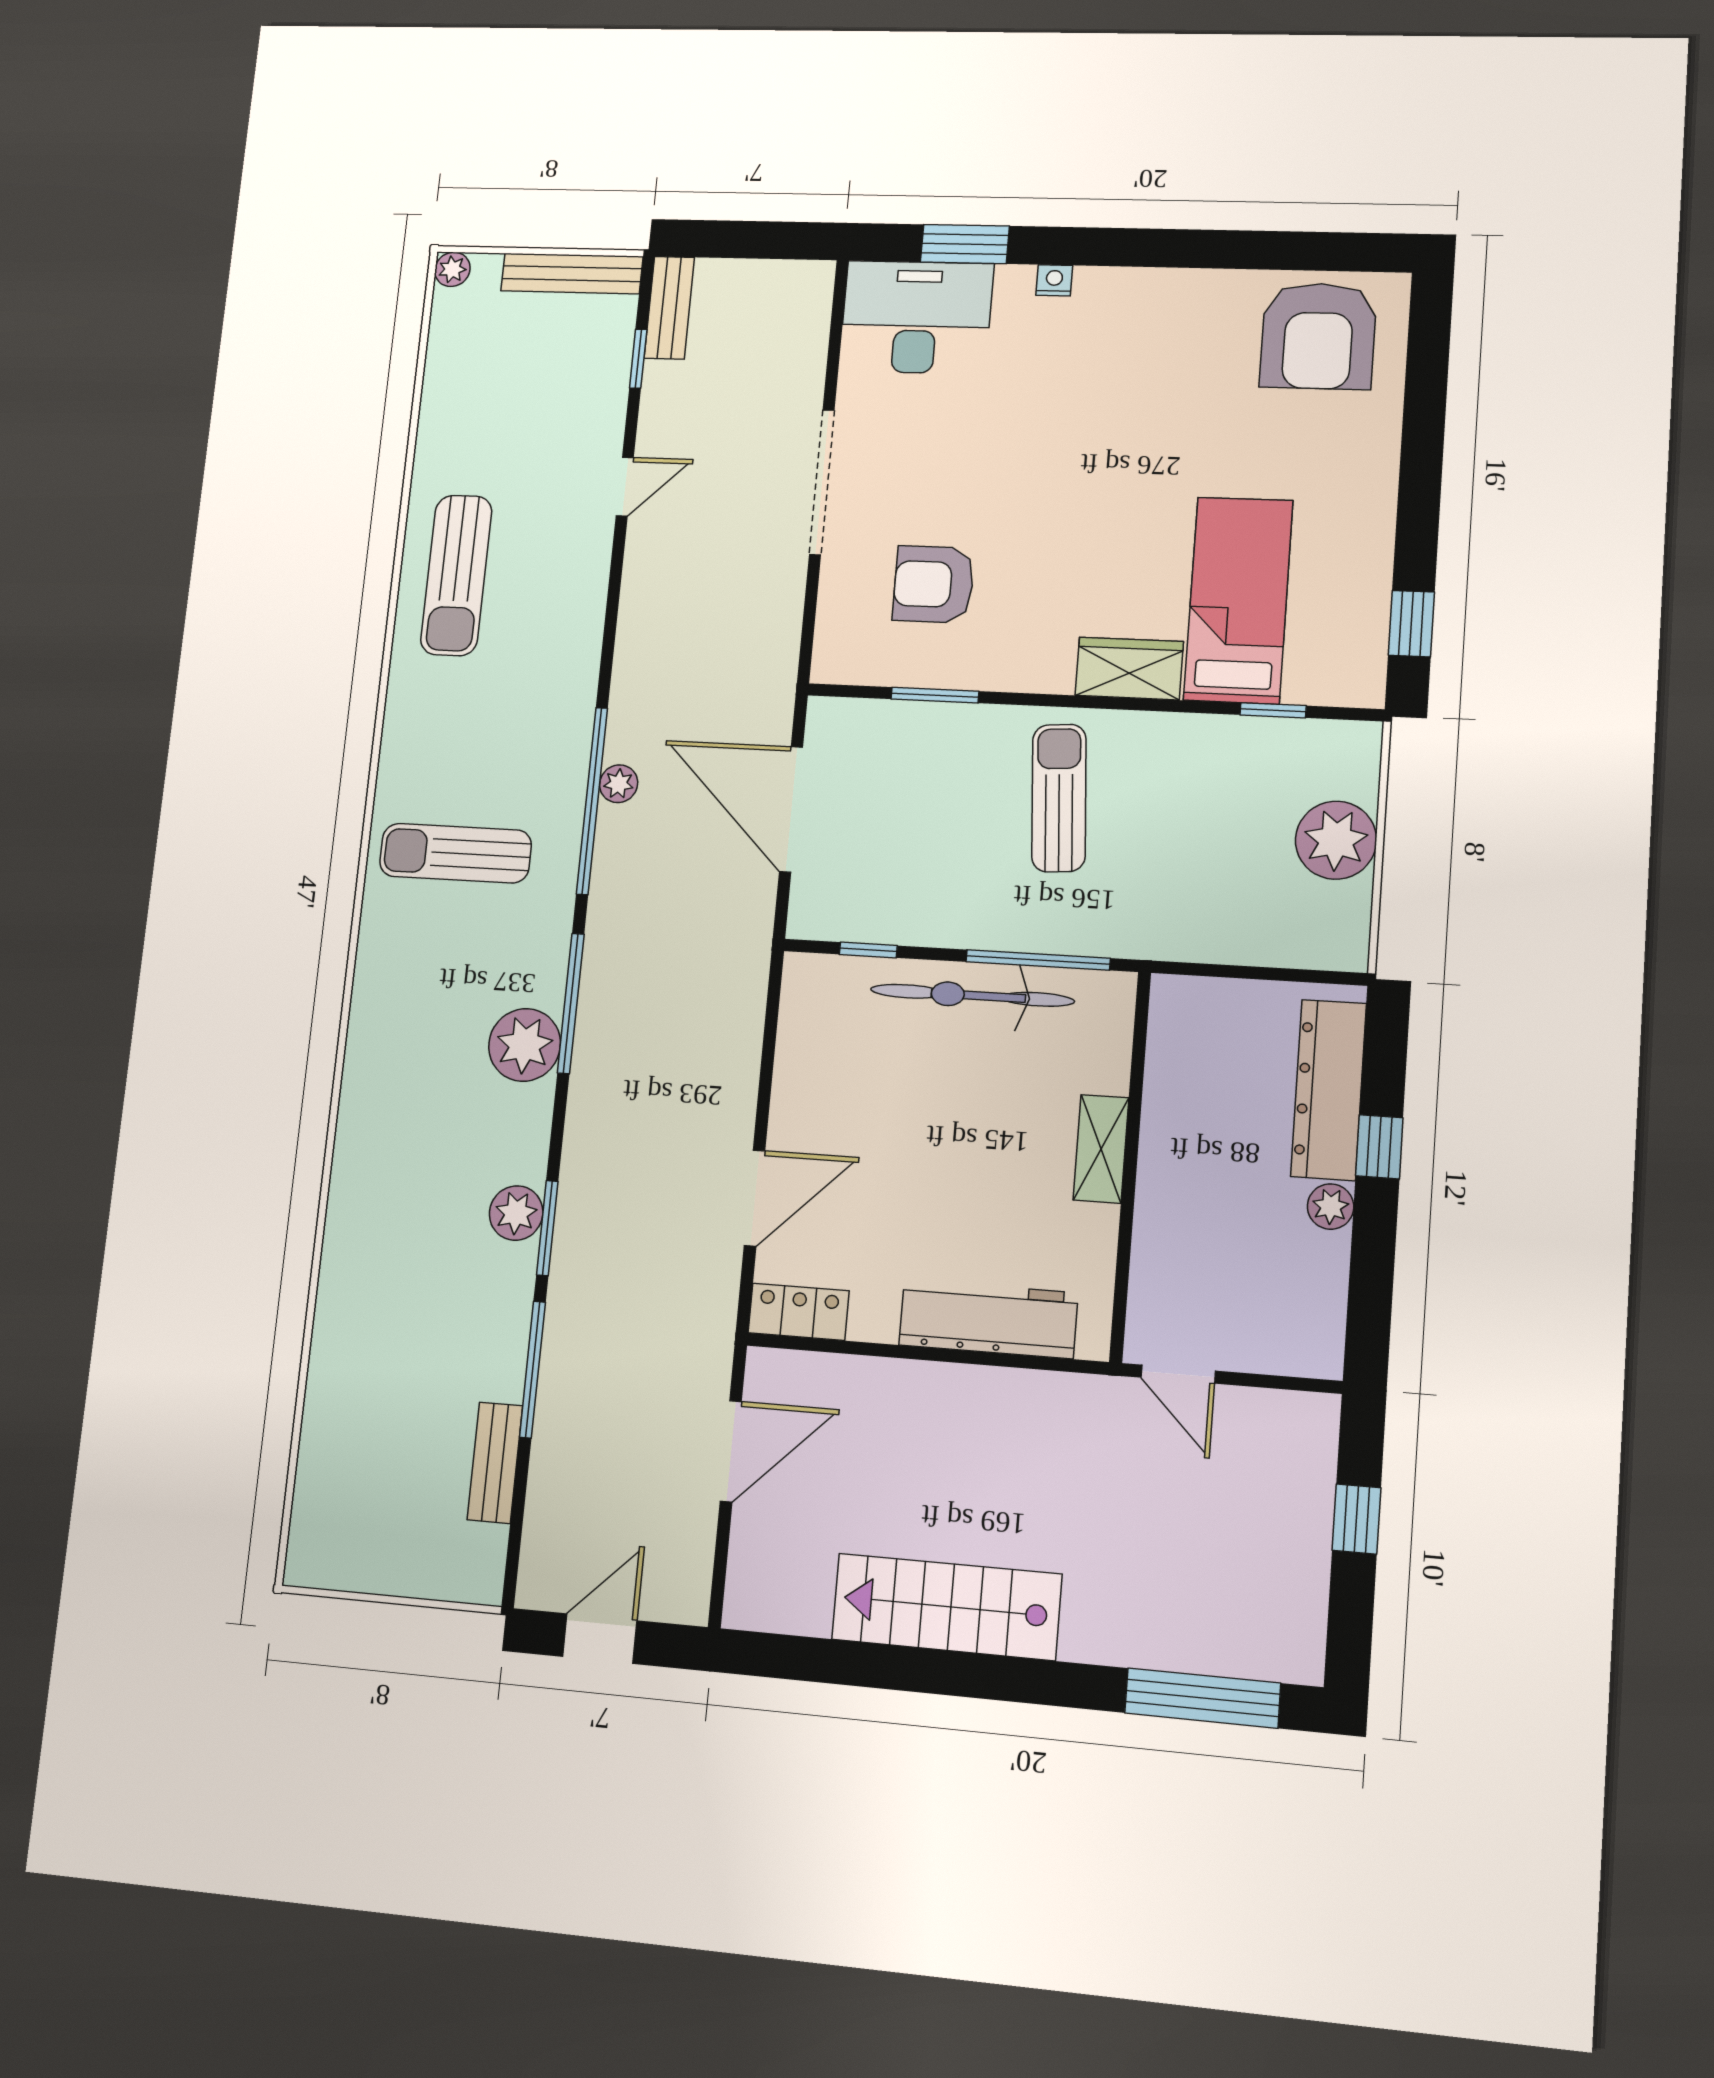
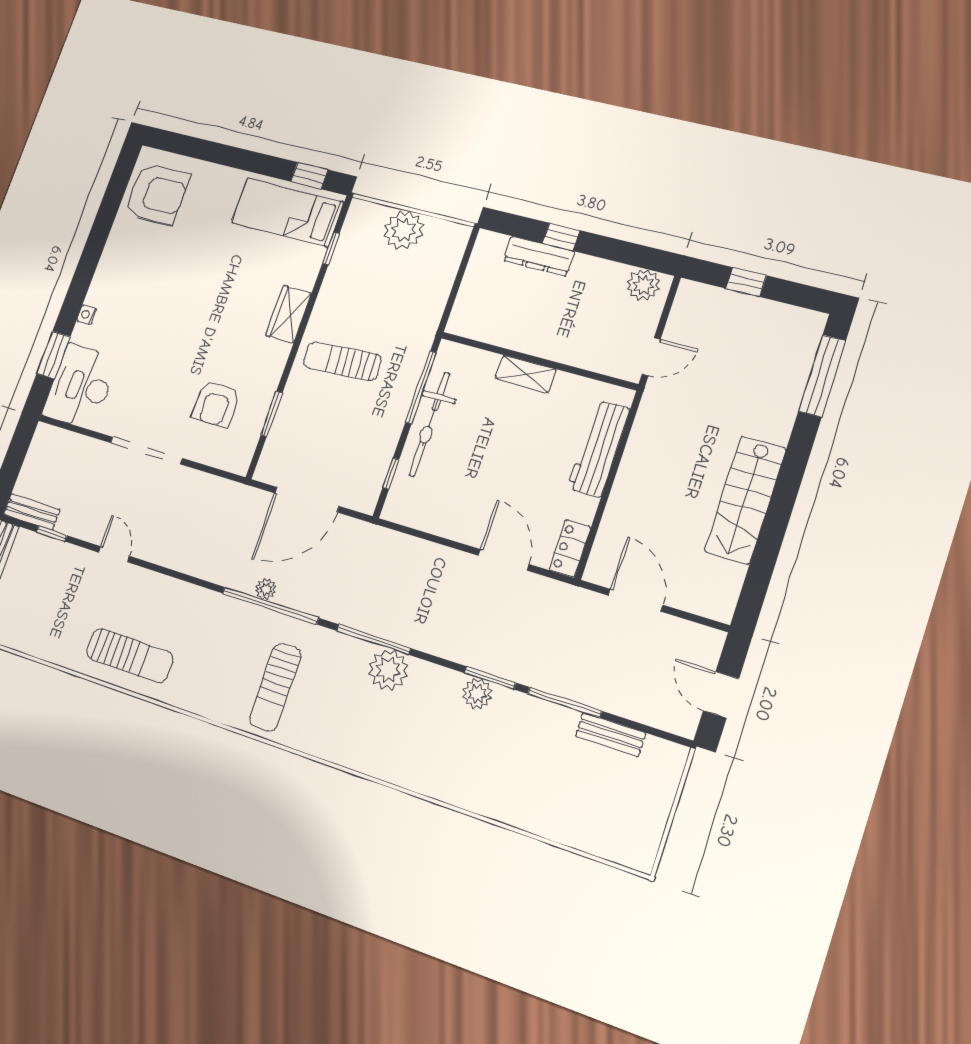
bed: (1238, 600) -> (287, 212), moved
dresser: (1329, 1090) -> (539, 256), width x0.73, depth x0.80
plant: (1331, 1207) -> (643, 285), moved, width x1.38, depth x1.38

